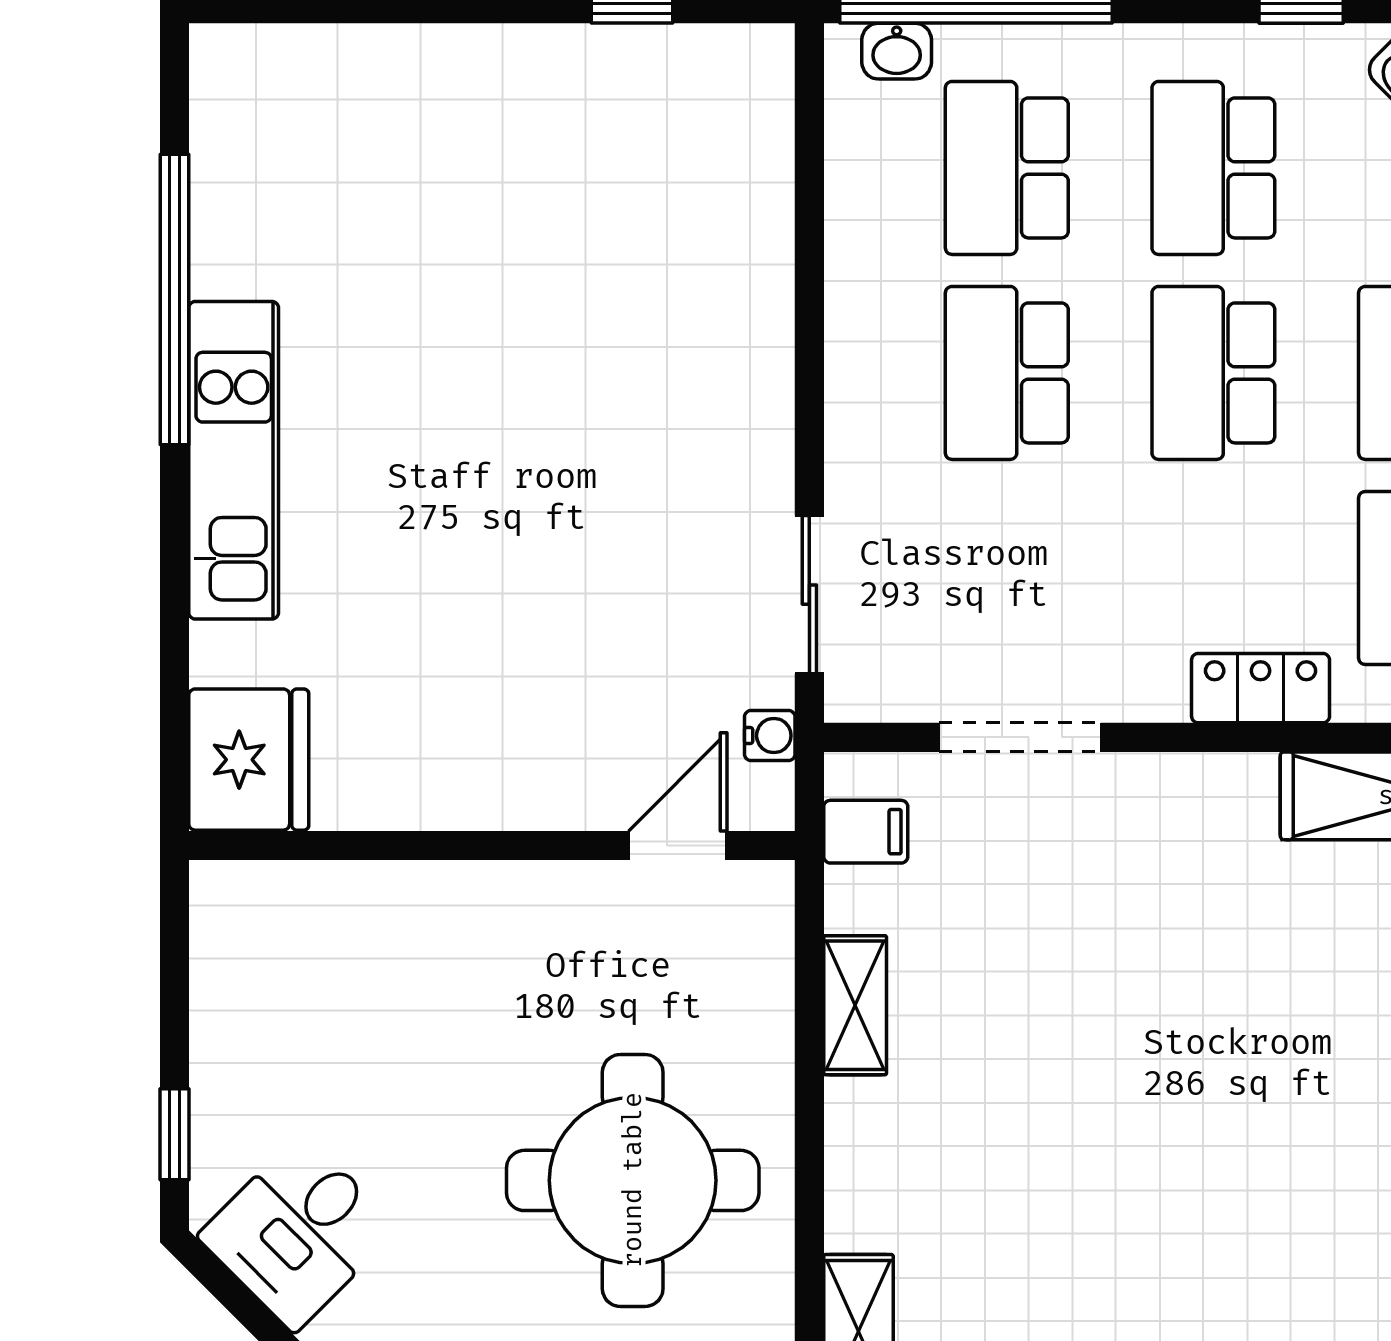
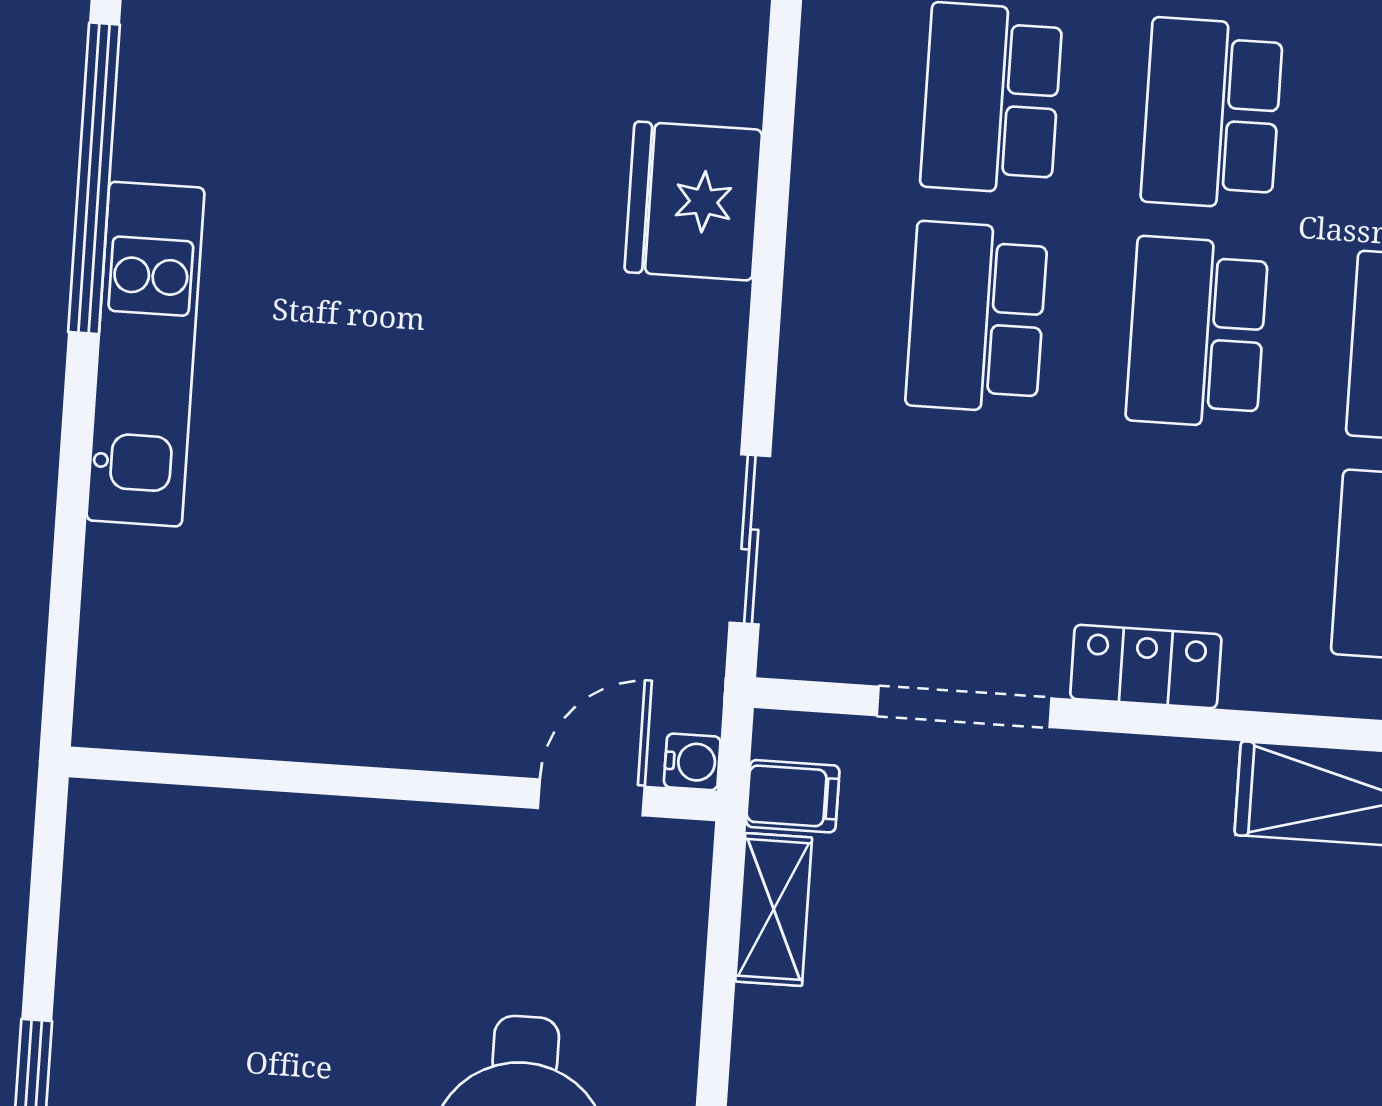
locker: (1261, 688) -> (1146, 666), moved
water cooler: (770, 736) -> (692, 762), moved
fridge: (249, 760) -> (693, 201), moved, turned 180
shelving: (855, 1005) -> (774, 909), moved

